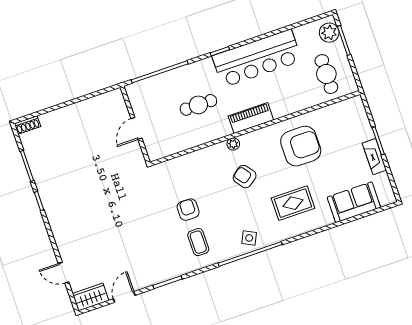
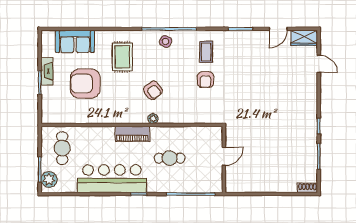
armchair: (301, 146) -> (85, 84), moved
rug: (293, 203) -> (122, 57), turned 90

